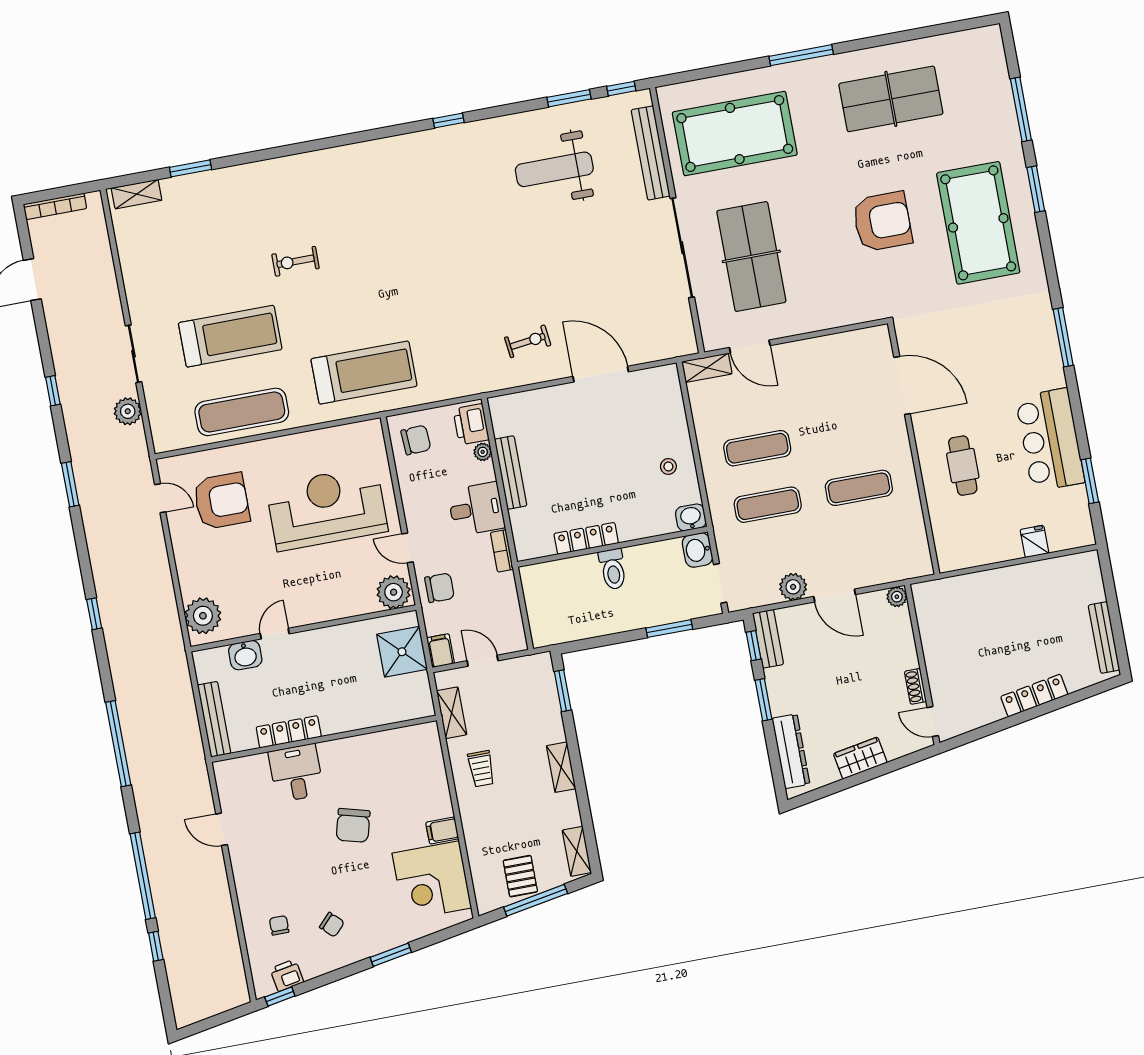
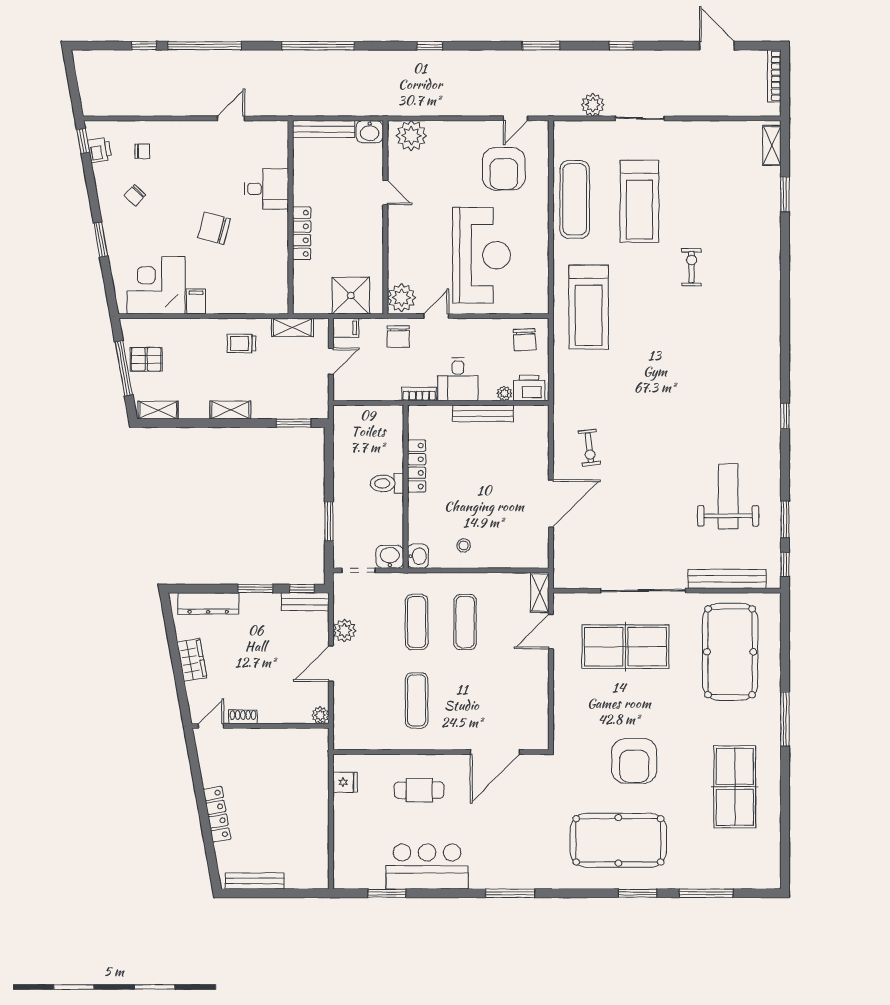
fridge: (1034, 541) -> (345, 782), moved
washbasin: (245, 655) -> (370, 132), moved, turned -90
locker: (289, 732) -> (302, 233), moved

